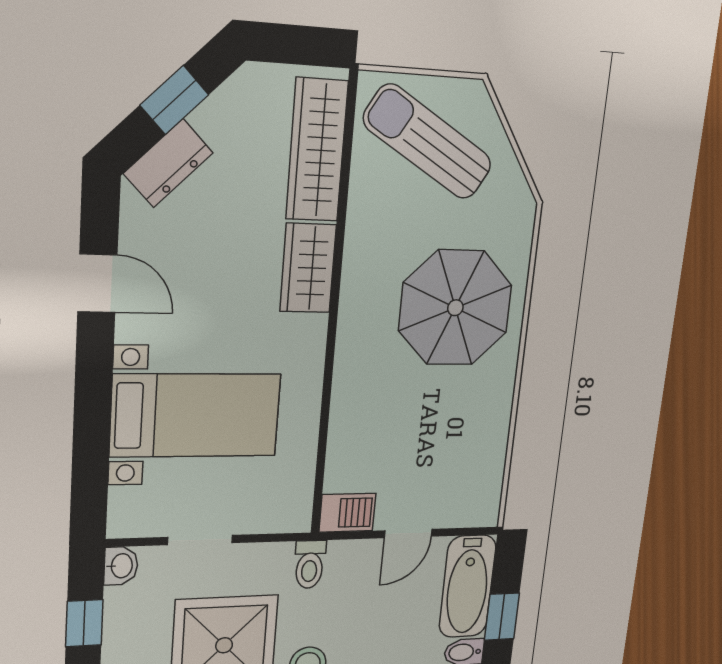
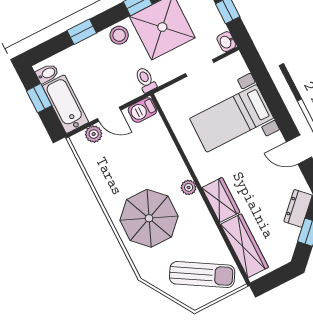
plant: (352, 326) -> (189, 187), added
plant: (454, 512) -> (94, 134), added
door: (408, 533) -> (109, 114), swing flipped

